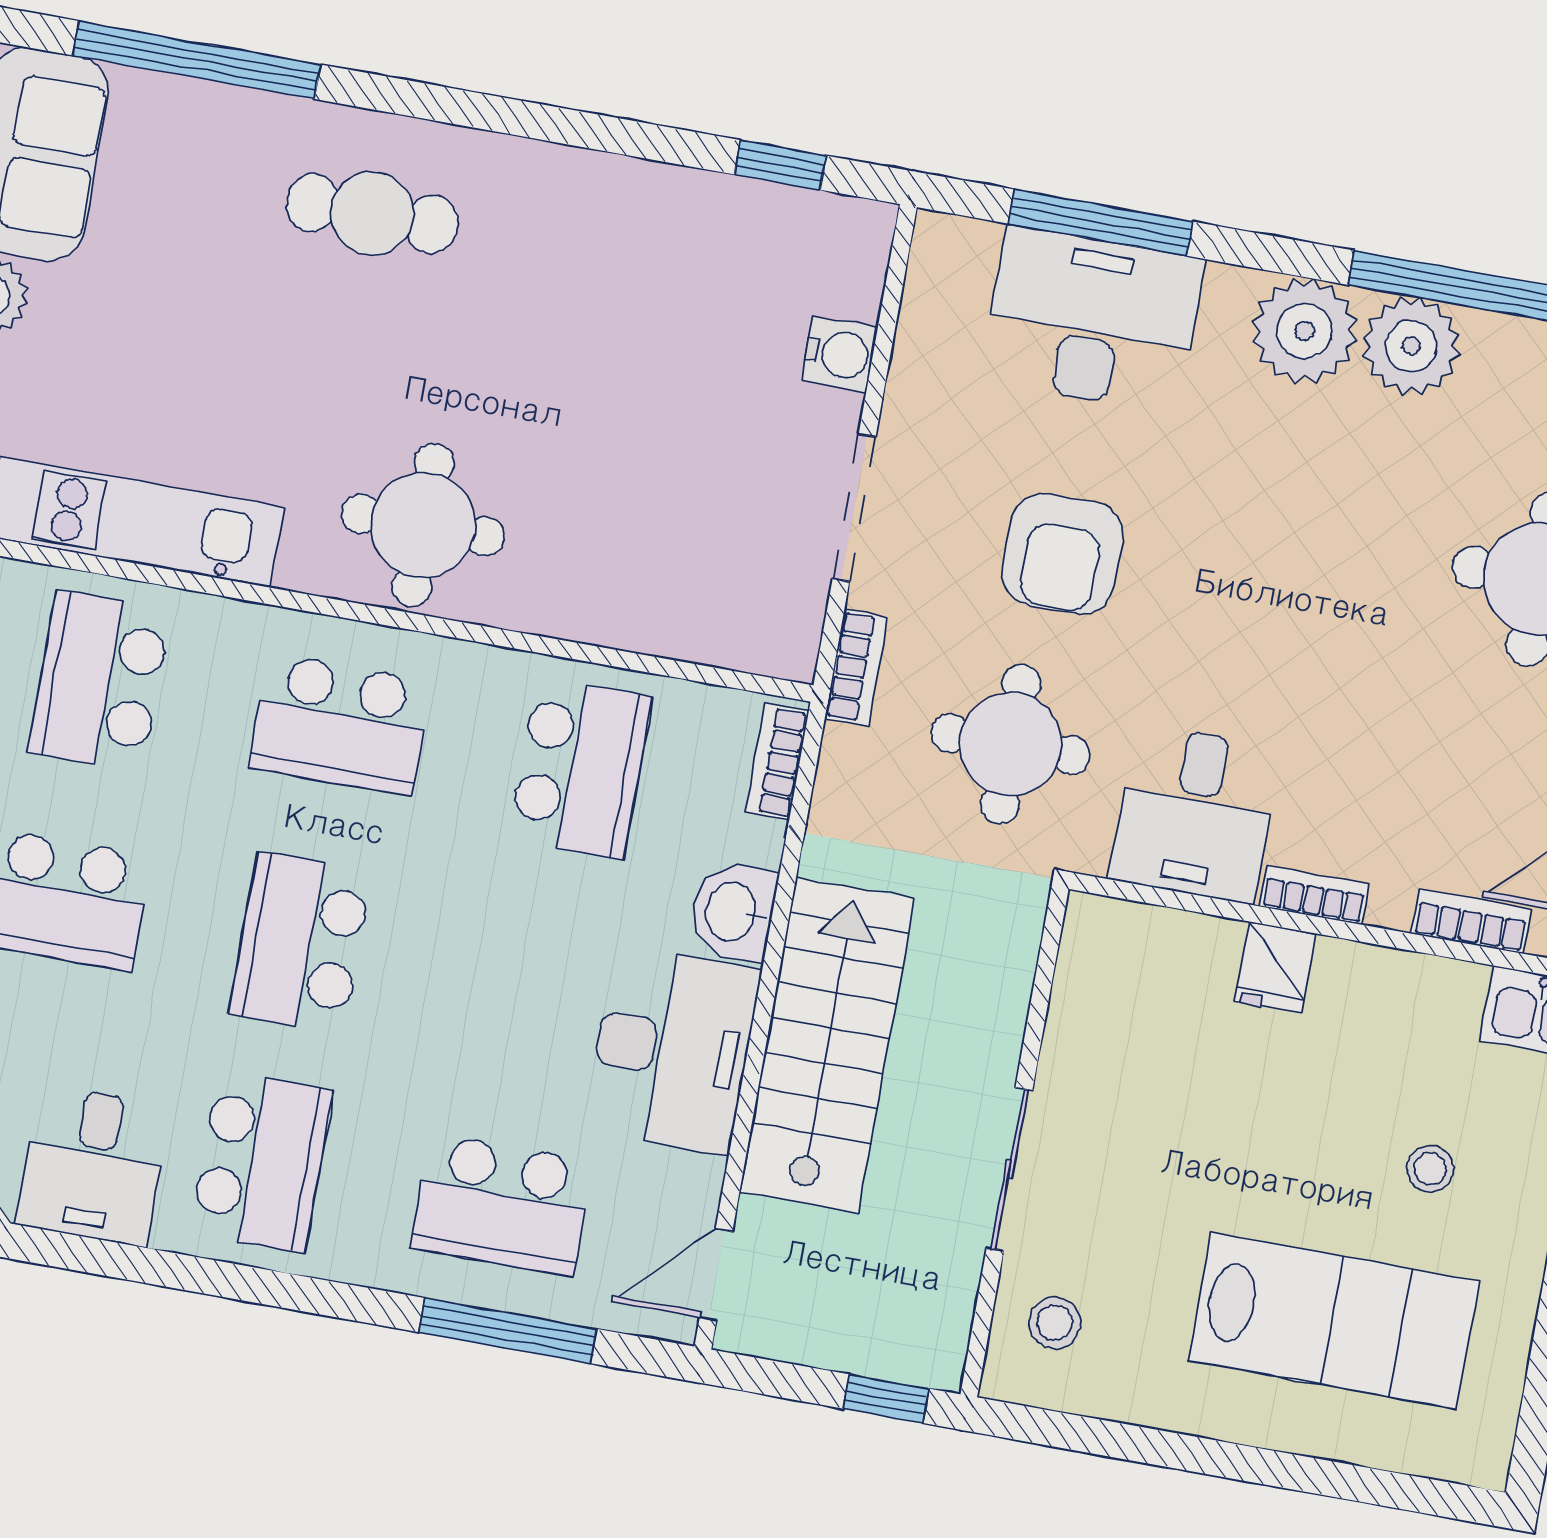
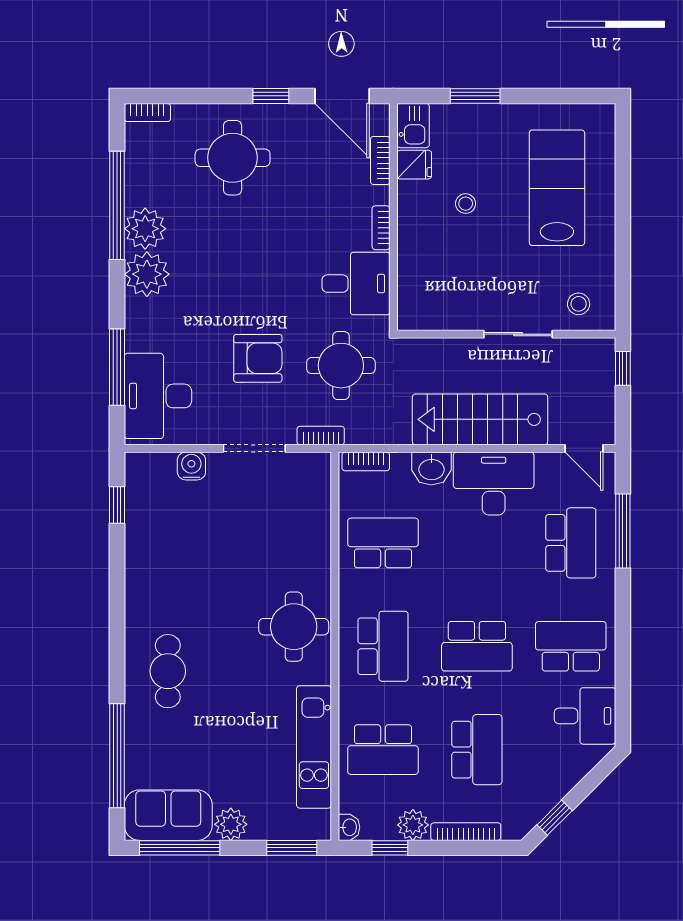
desk: (1092, 319) -> (158, 396), moved
fridge: (1275, 968) -> (414, 165), moved
stool: (1430, 1169) -> (466, 204), moved

